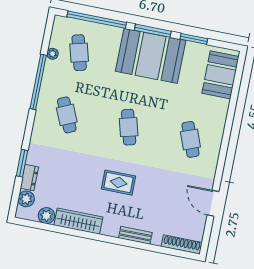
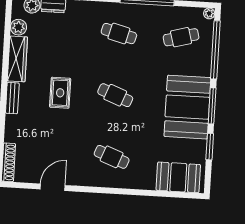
plant: (52, 54) -> (209, 13), moved
cafe table: (67, 115) -> (119, 34), turned 39
cafe table: (129, 127) -> (115, 95), turned 36
cafe table: (190, 139) -> (112, 157), turned 42
bench: (135, 235) -> (12, 98), moved

